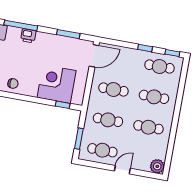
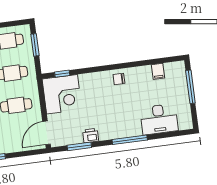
printer: (28, 36) -> (91, 136), moved
corner desk: (57, 84) -> (62, 94), moved

